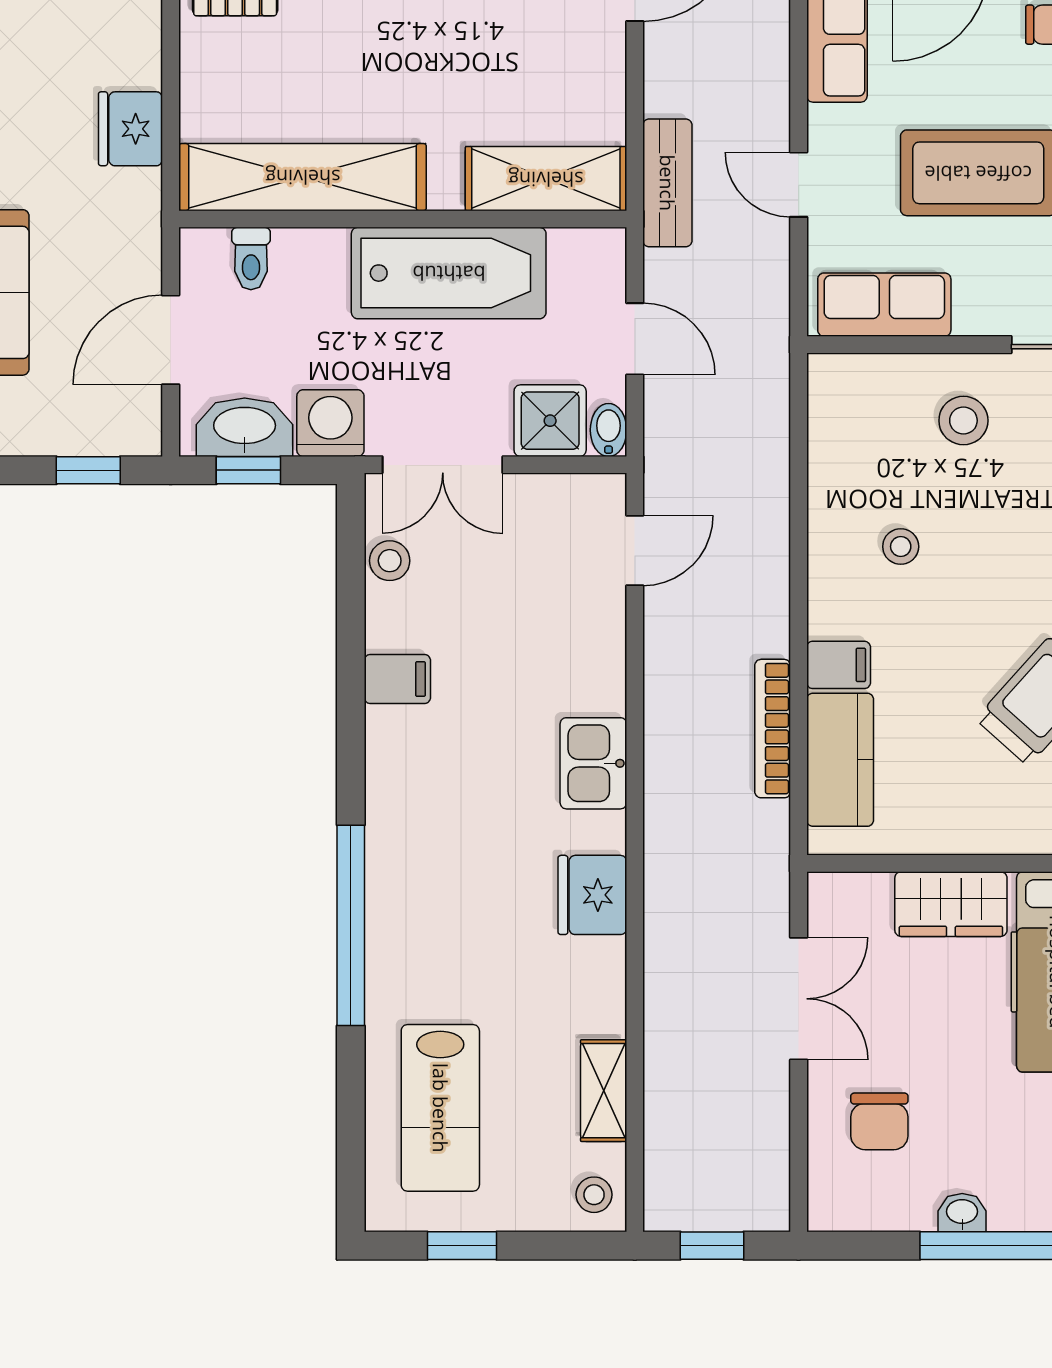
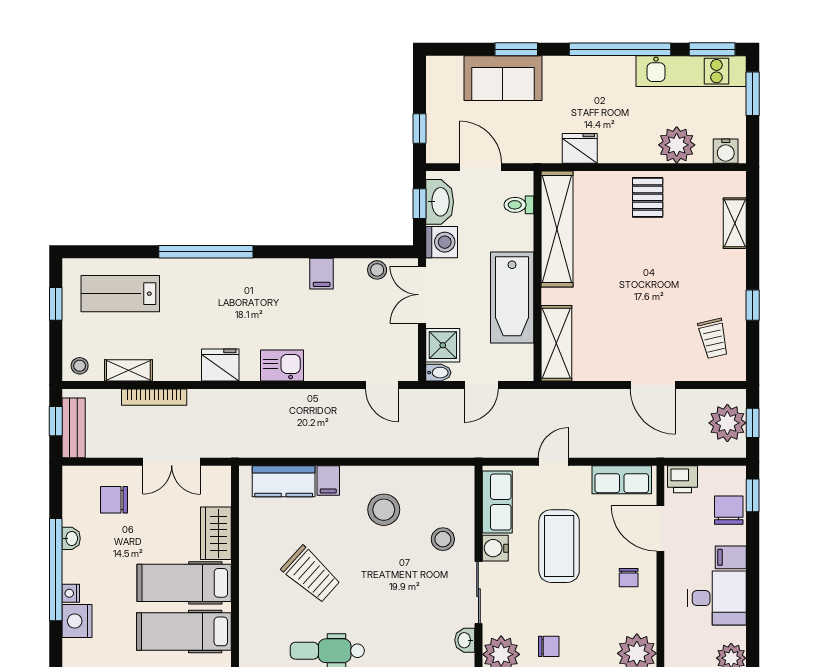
bench: (667, 183) -> (74, 428), moved, turned 90
water cooler: (983, 309) -> (495, 548), added
stool: (901, 547) -> (384, 510), width x1.89, depth x1.89
bookcase: (773, 729) -> (154, 397), moved, turned 180

